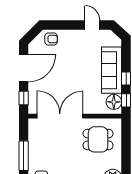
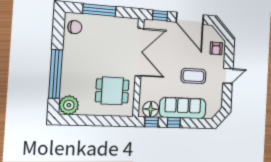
door: (92, 25) -> (228, 76), moved
coffee table: (80, 61) -> (193, 76), added
dining table: (98, 139) -> (112, 91), turned 90

